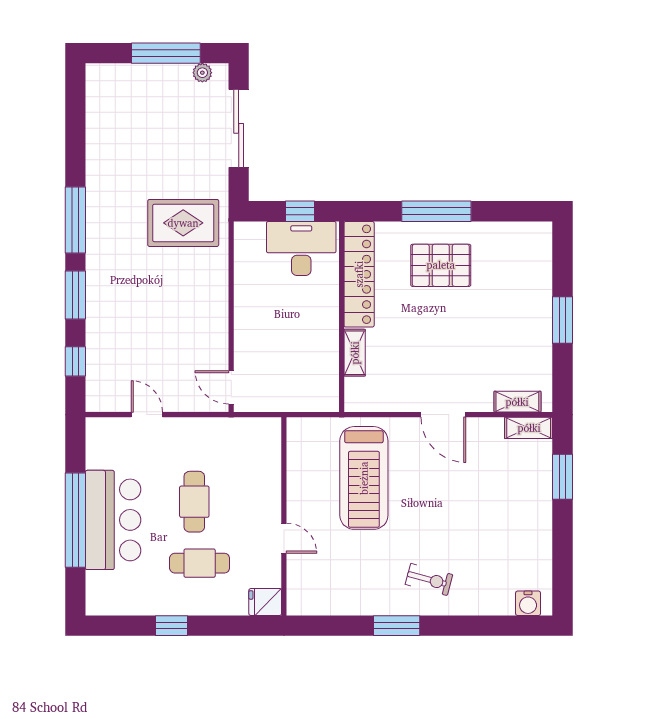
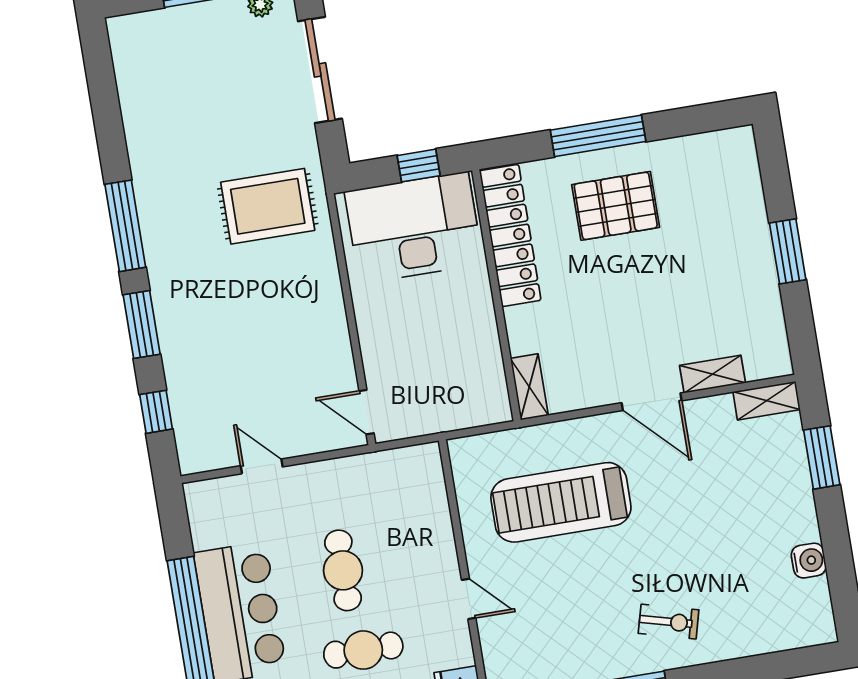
desk: (301, 249) -> (414, 228), width x1.36, depth x1.30
shelving: (355, 353) -> (529, 387), moved
shelving: (517, 402) -> (713, 374), moved
treadmill: (364, 478) -> (561, 502), turned 90
water cooler: (528, 603) -> (809, 561), moved, turned -90

